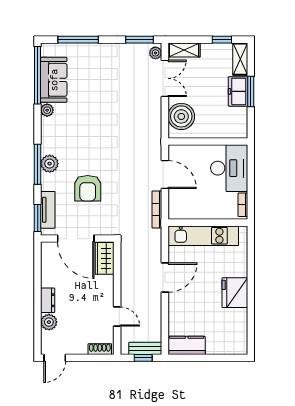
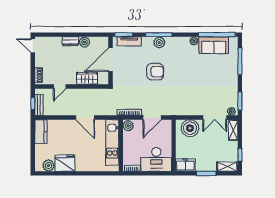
freezer: (238, 91) -> (185, 165), moved
armchair: (88, 188) -> (155, 72), moved, turned 180
plant: (177, 211) -> (128, 126), added
wardrobe: (105, 258) -> (87, 78), moved
fridge: (235, 293) -> (65, 163), moved
plant: (49, 322) -> (84, 42), moved
plant: (239, 334) -> (49, 165), added

